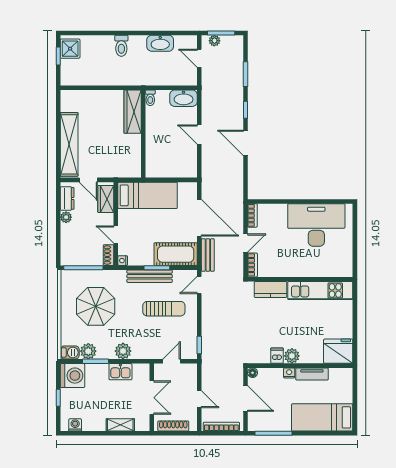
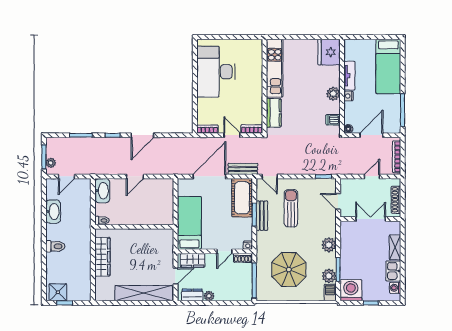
wardrobe: (133, 112) -> (102, 257), moved, turned -90
bench: (150, 276) -> (262, 216), width x0.73
dishwasher: (277, 356) -> (333, 120), moved
kitchen sink: (120, 372) -> (393, 271), moved, turned 180

